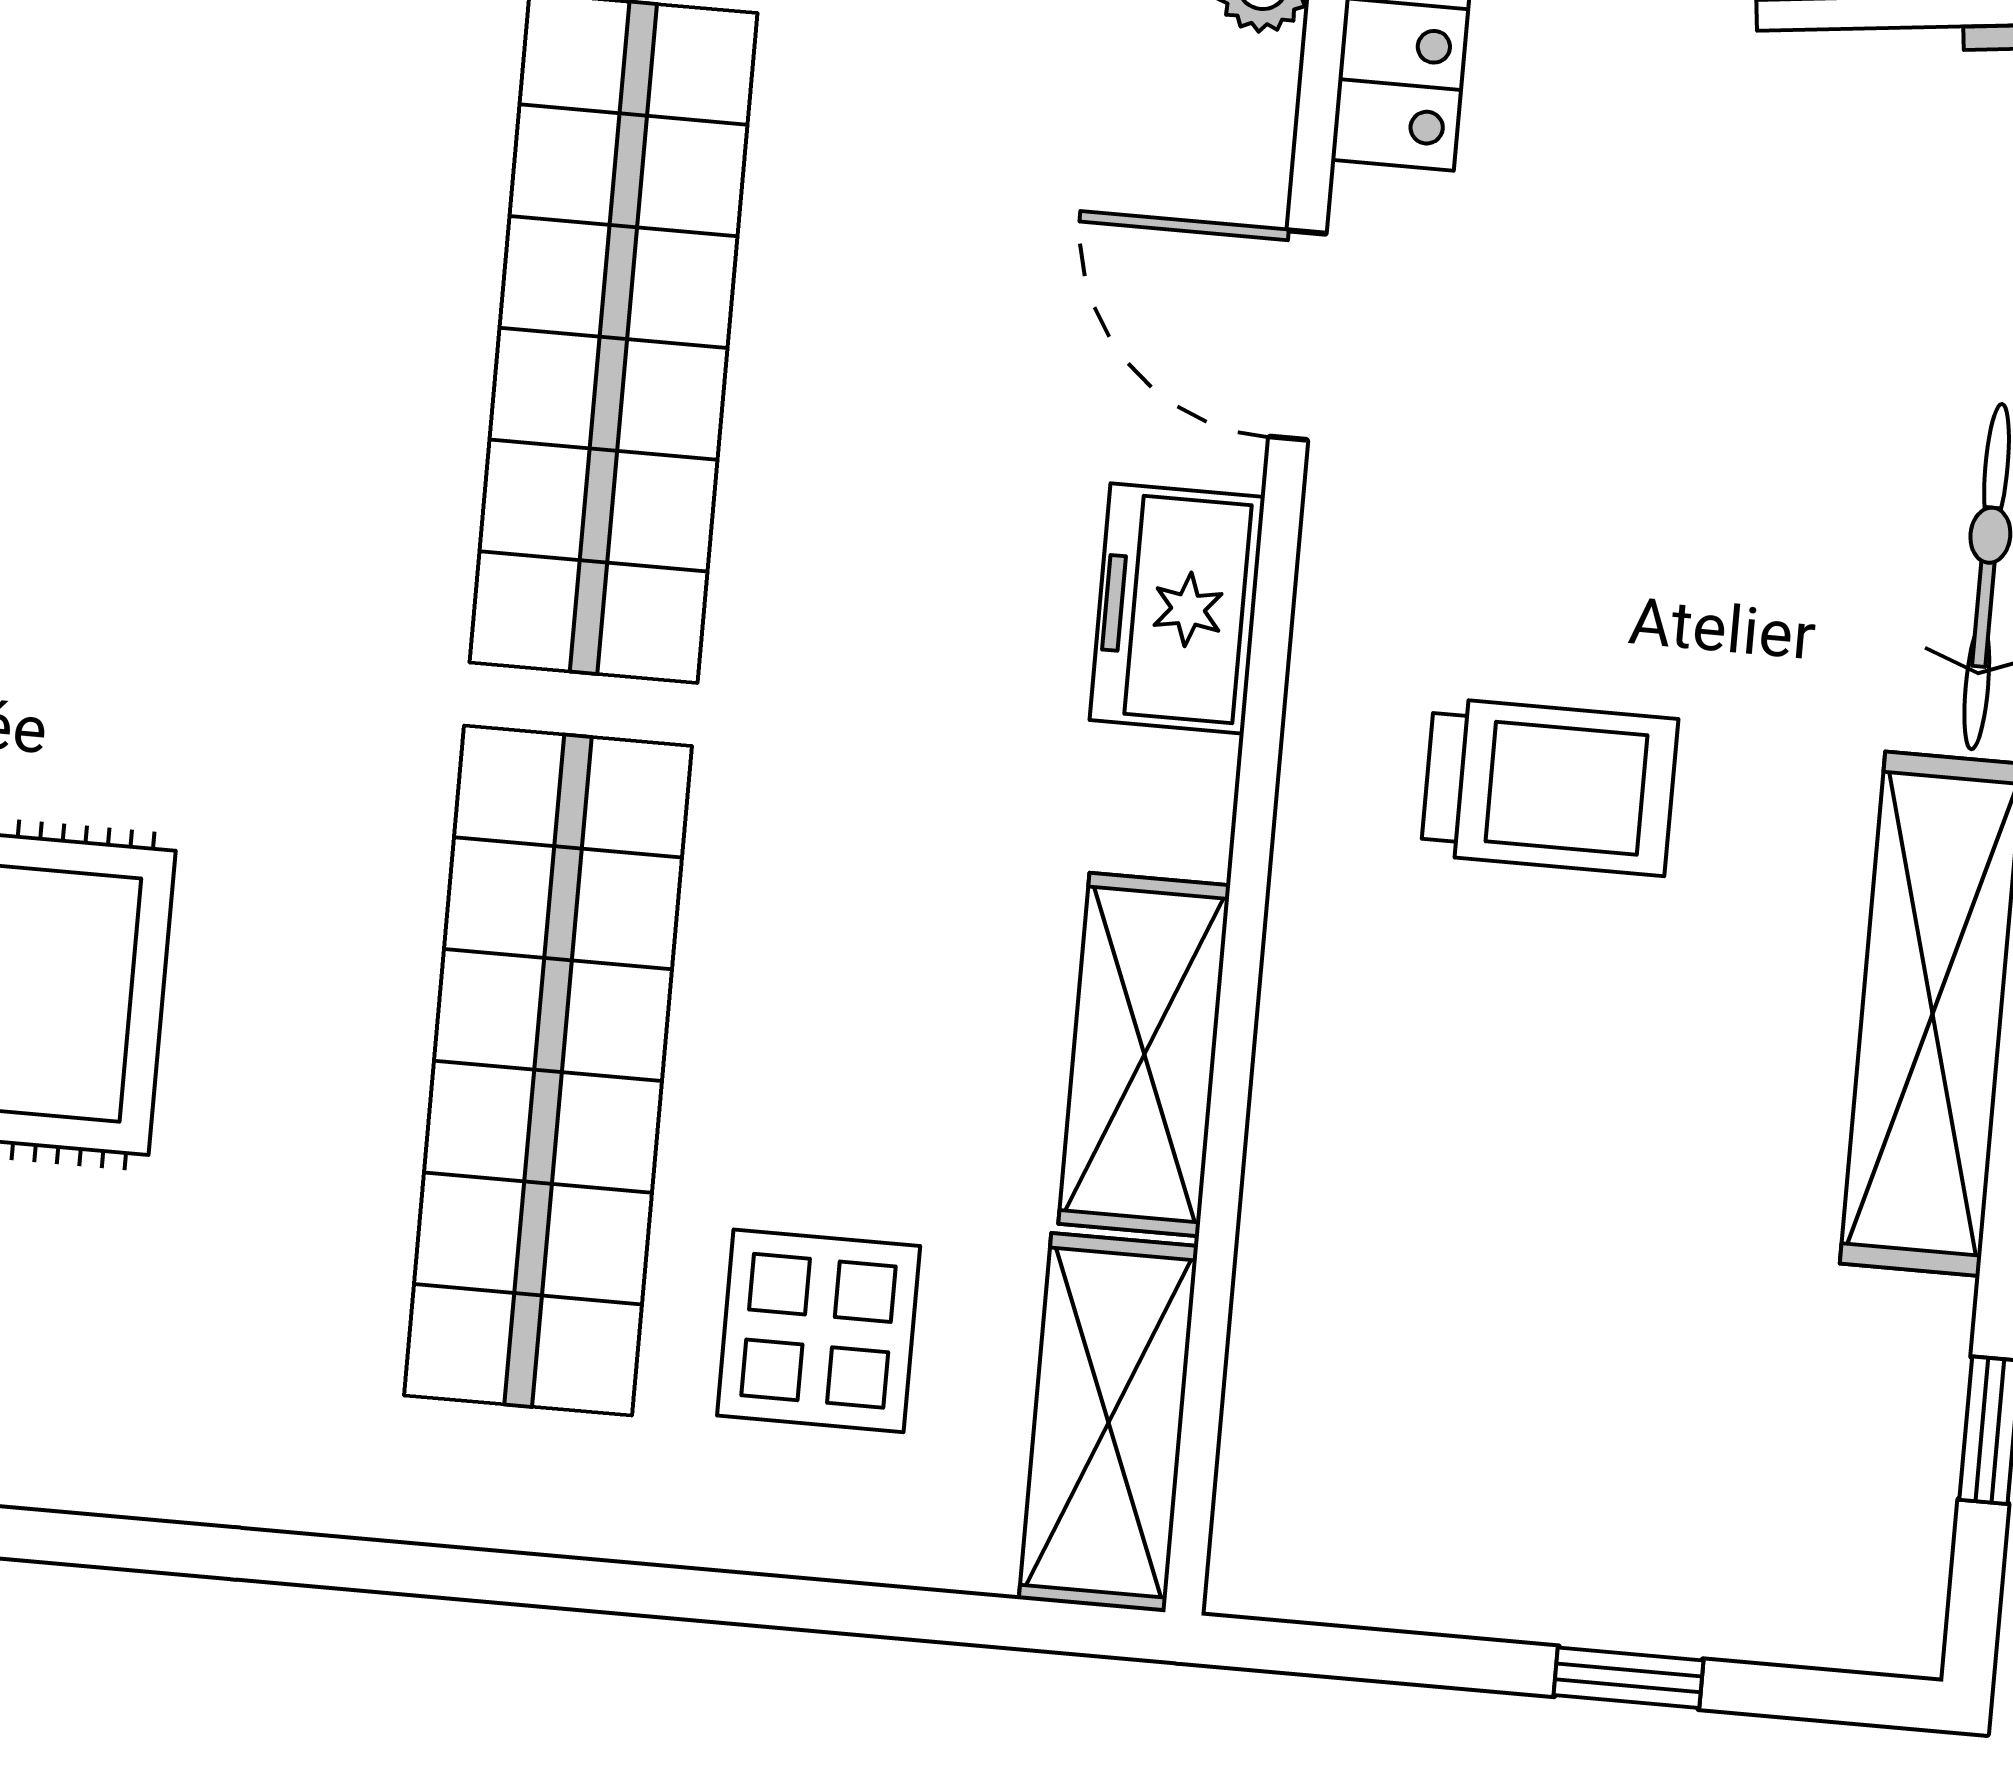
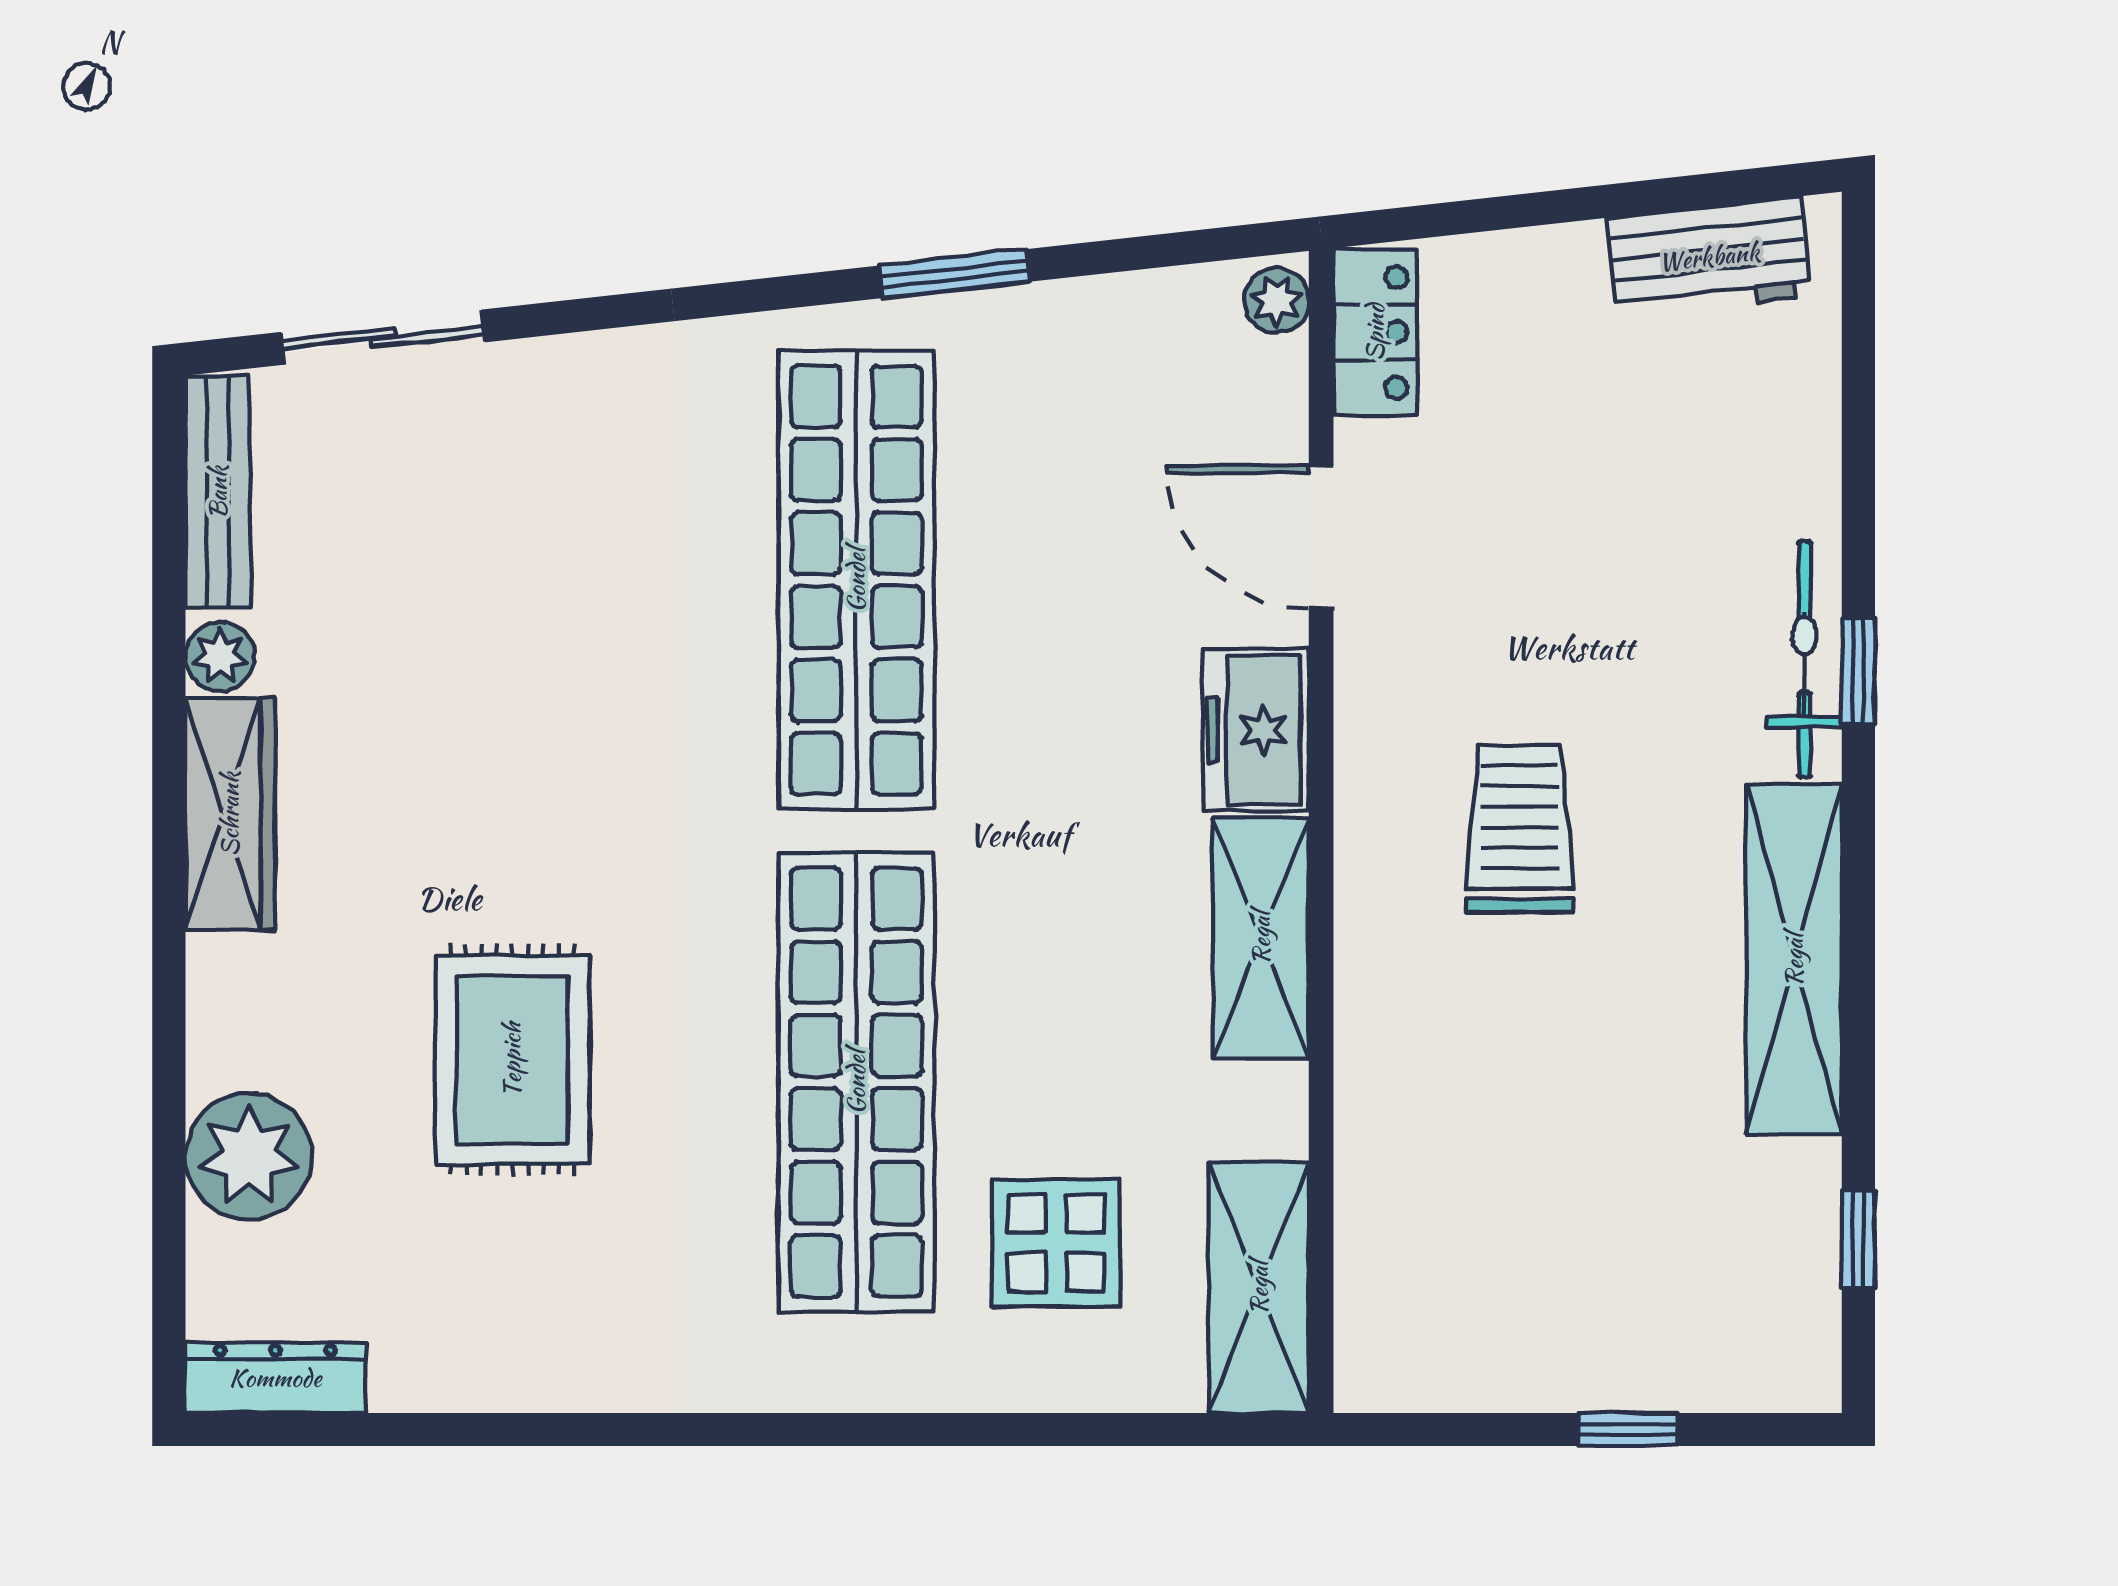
trolley: (1549, 787) -> (1520, 828), turned -90
shelving: (1144, 1055) -> (1261, 938), moved

